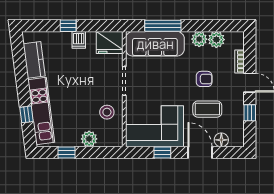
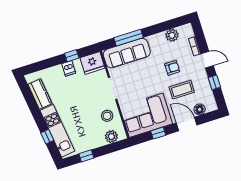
window: (68, 26) -> (72, 56), moved
plant: (199, 39) -> (159, 39), removed
plant: (89, 139) -> (111, 137), moved

